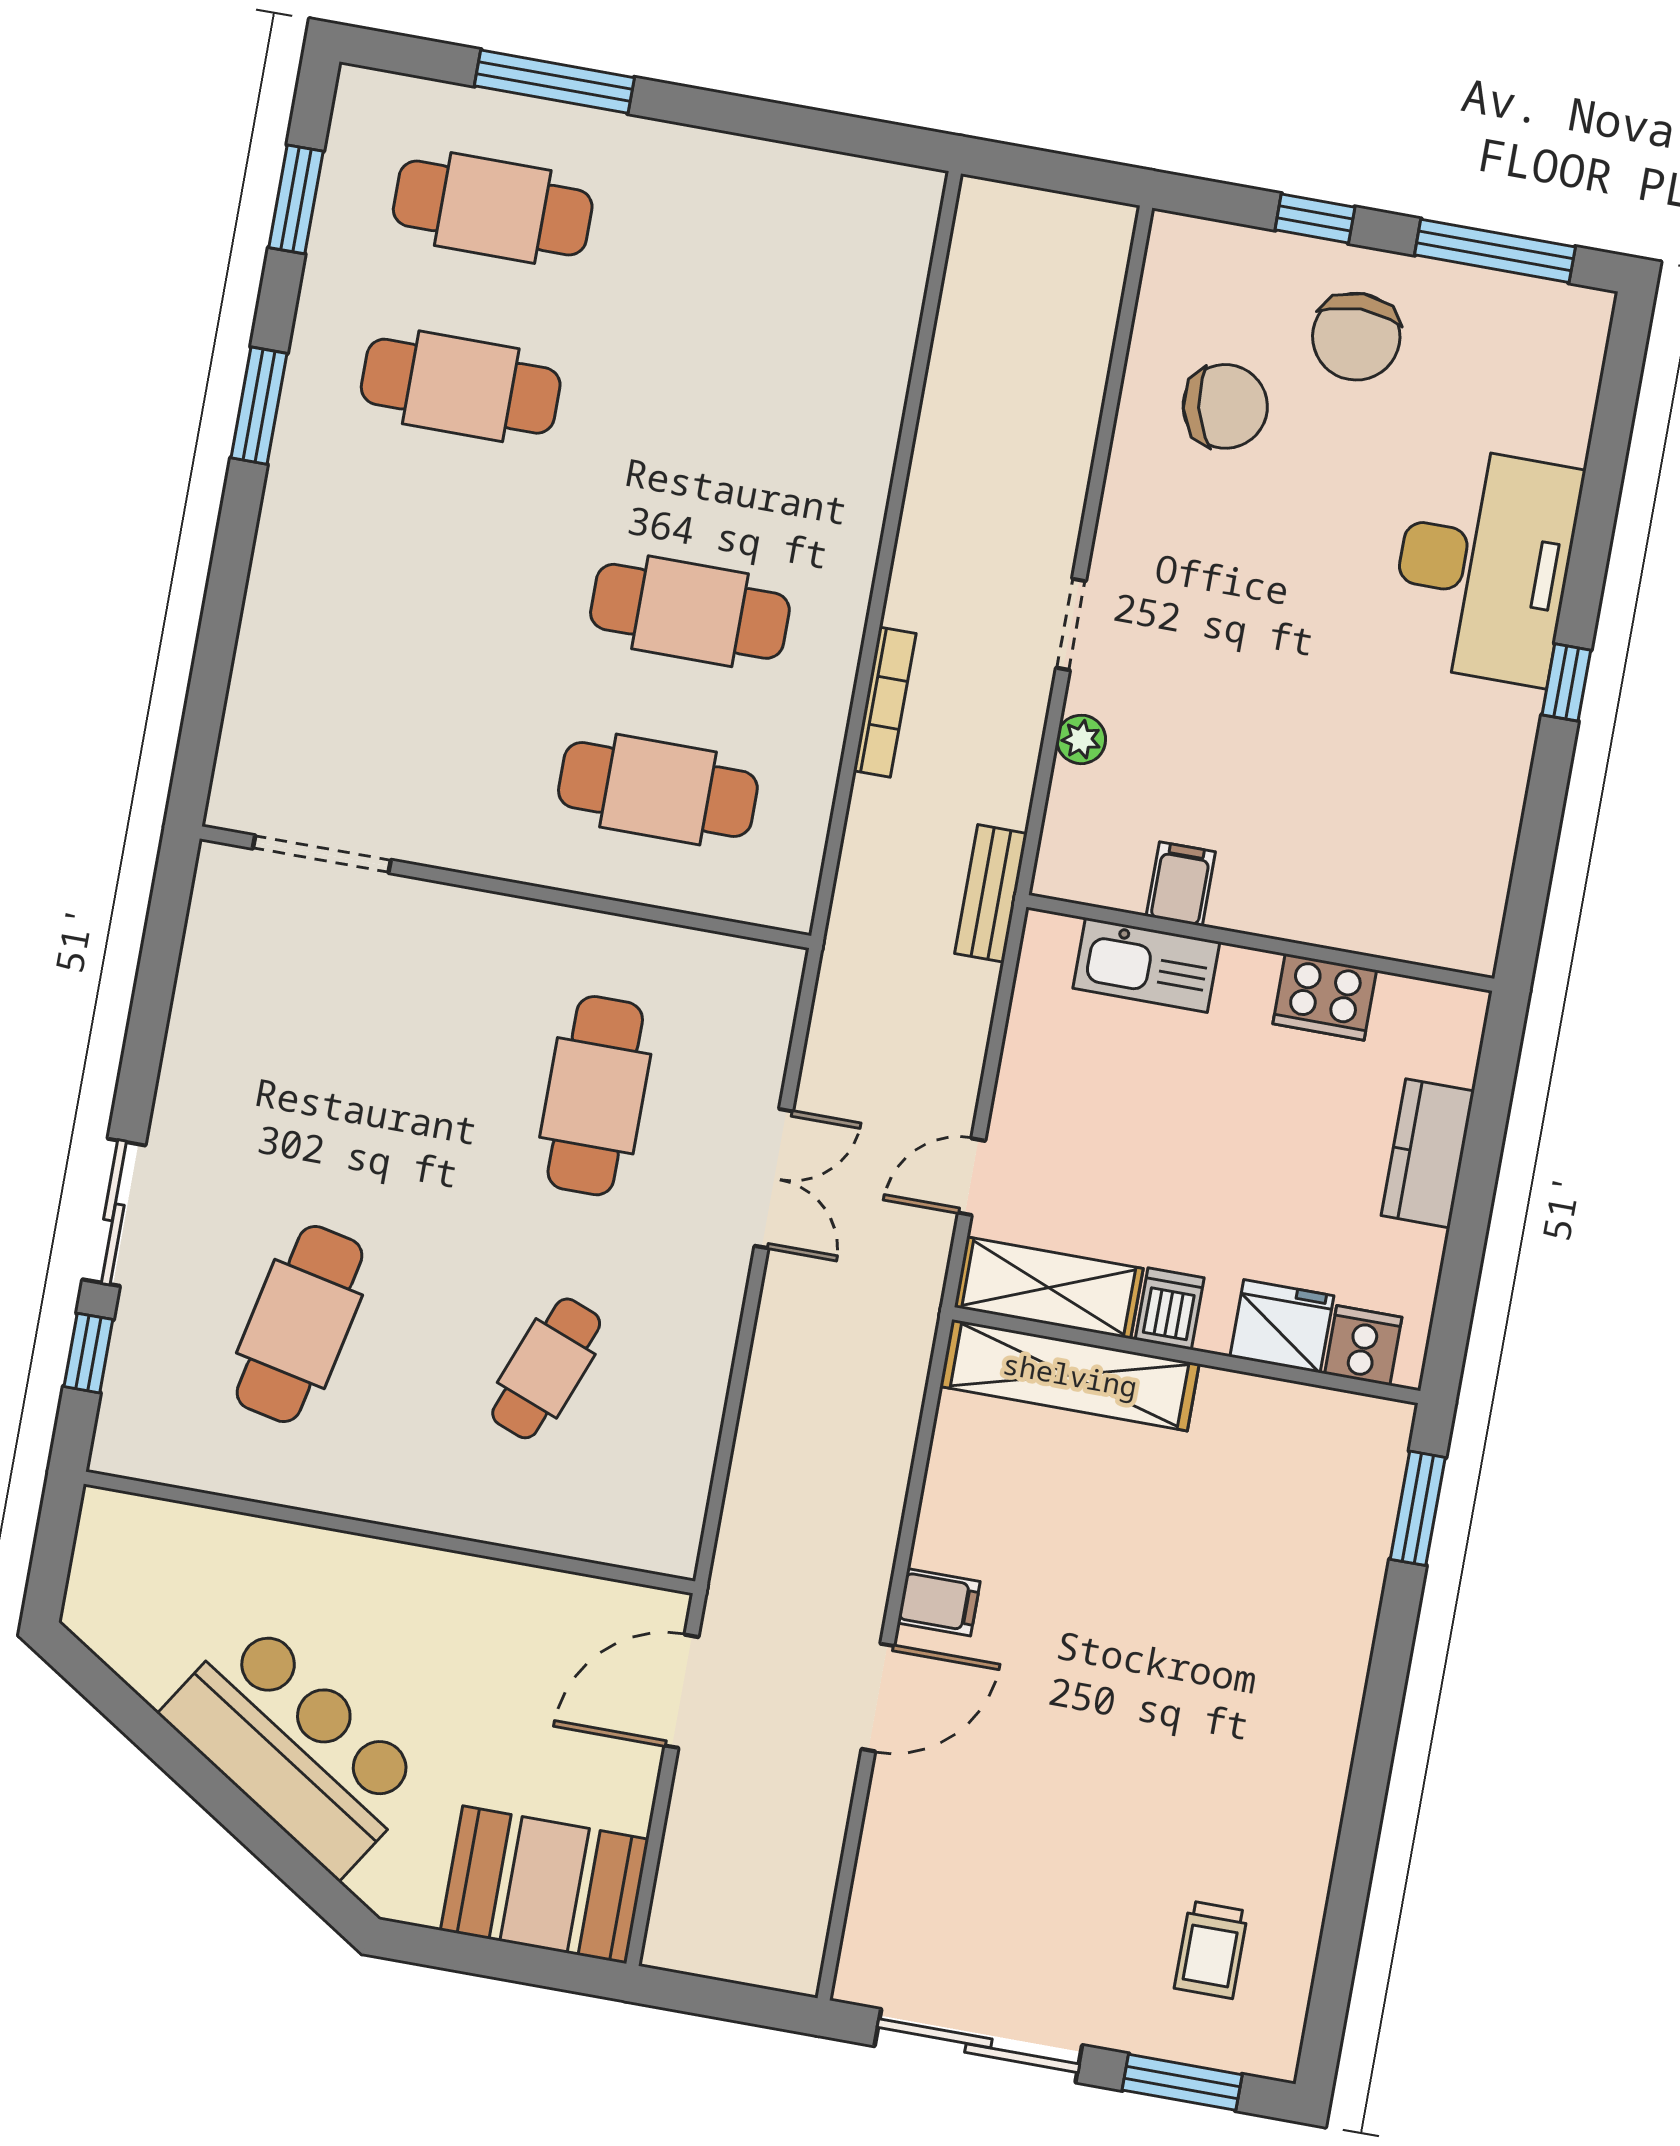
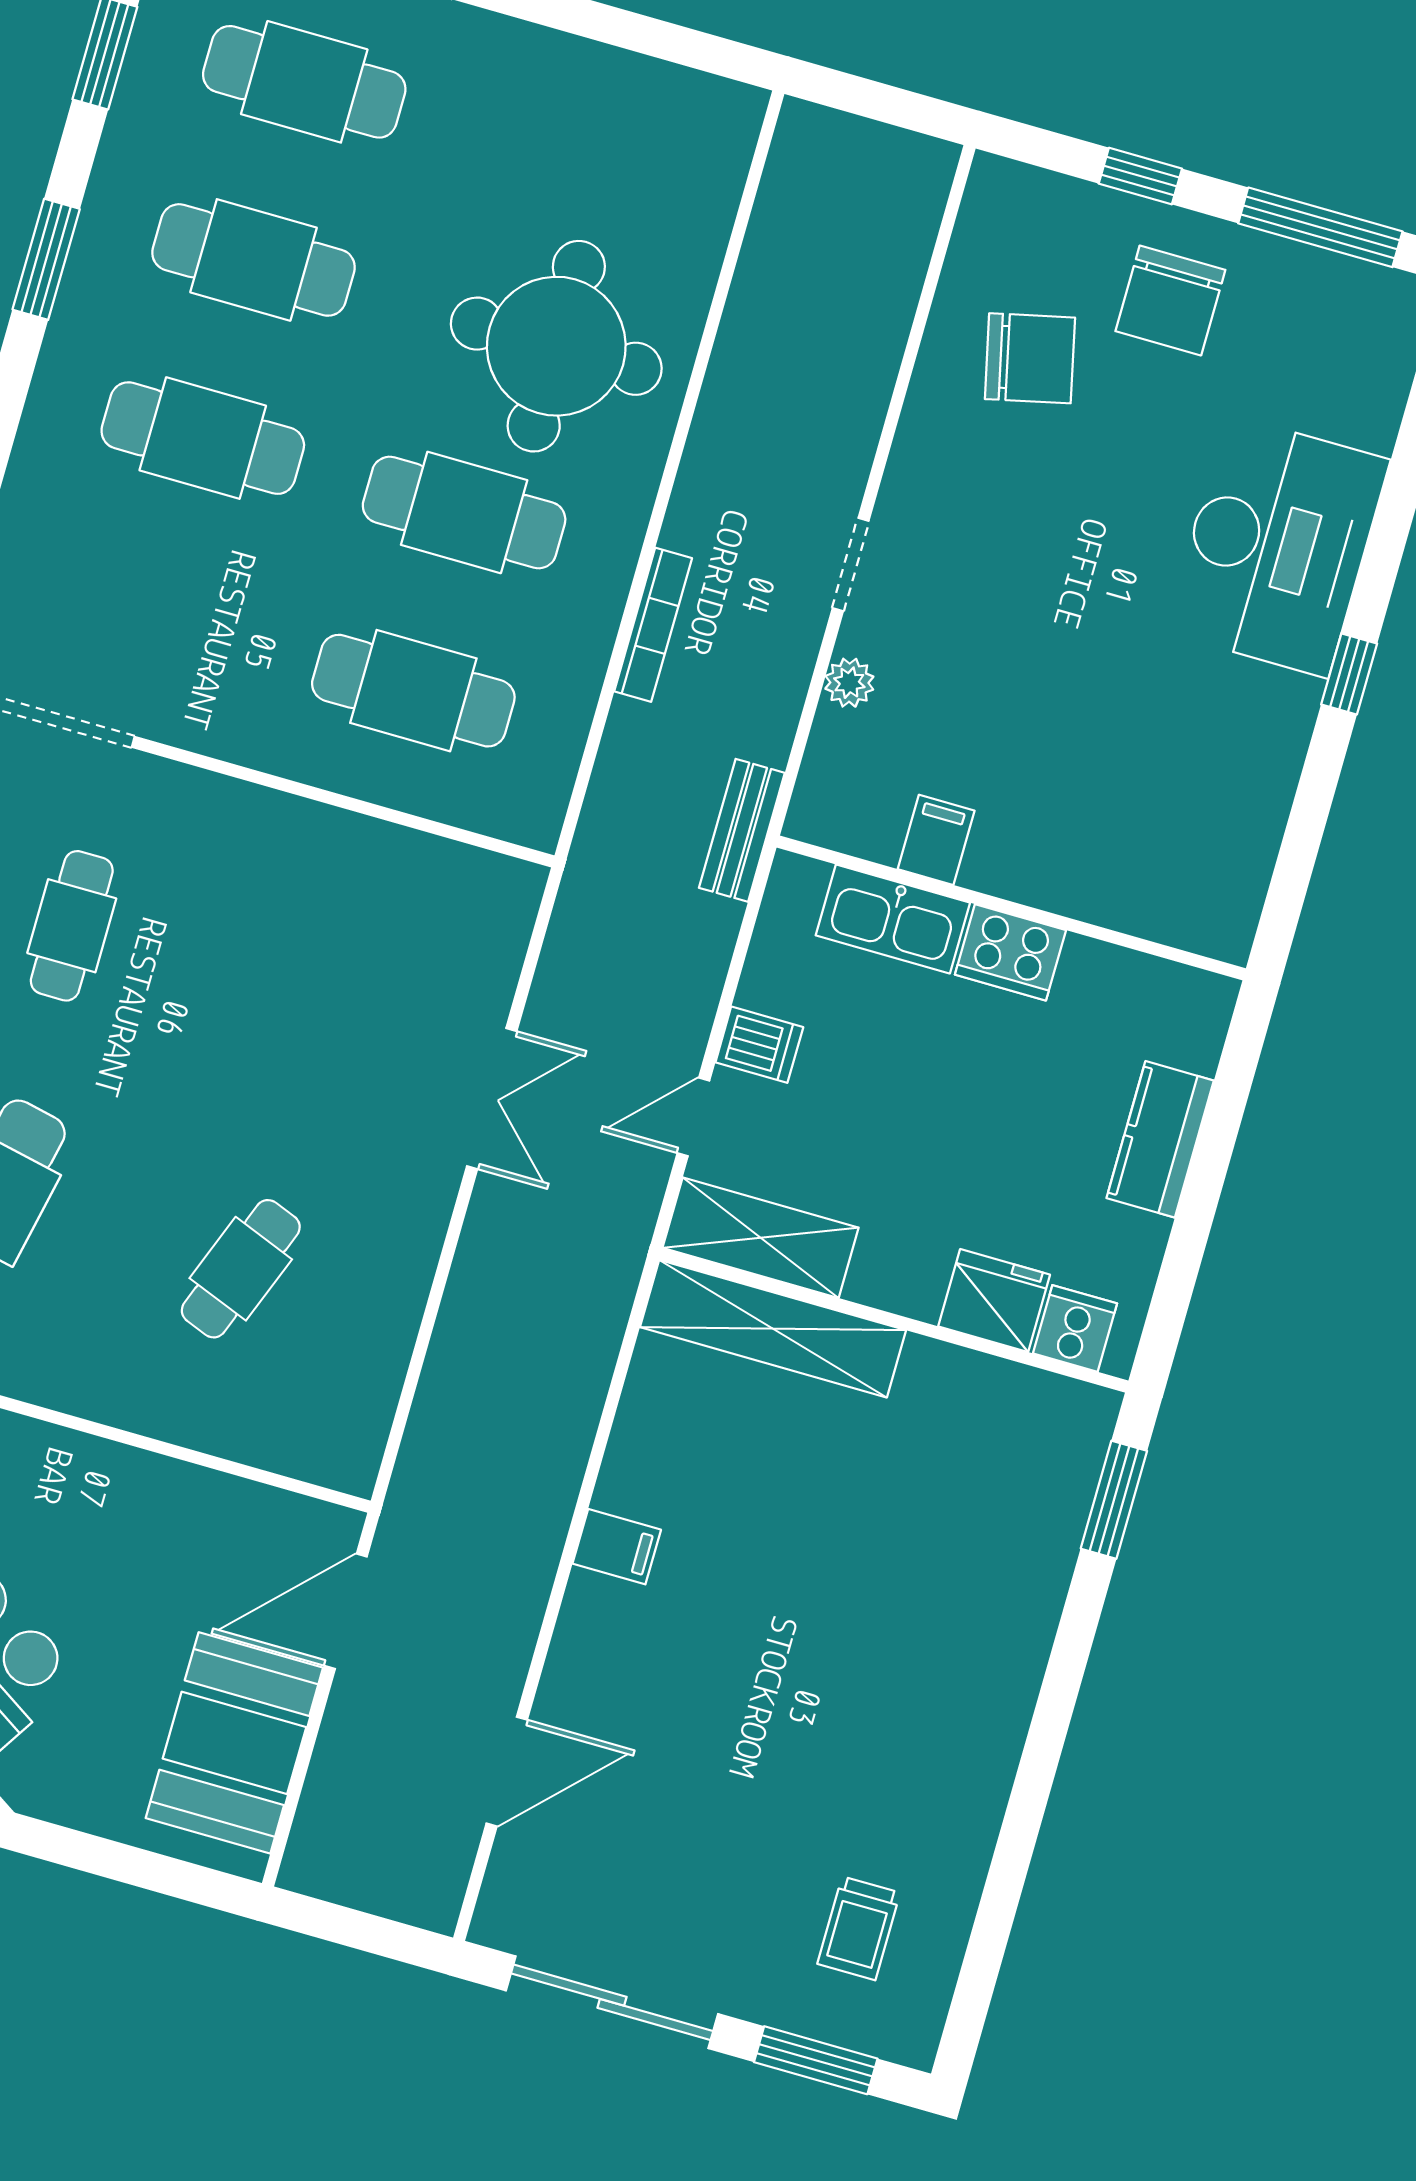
round table: (763, 441) -> (556, 346), added
cafe table: (429, 564) -> (203, 438), added
cooker: (1325, 997) -> (1010, 952), moved
cafe table: (595, 1096) -> (72, 926), moved, width x0.73, depth x0.74
dishwasher: (1170, 1309) -> (759, 1045), moved, turned 90
door: (878, 1697) -> (507, 1772), moved
booth: (545, 1885) -> (234, 1743), moved, turned 90

